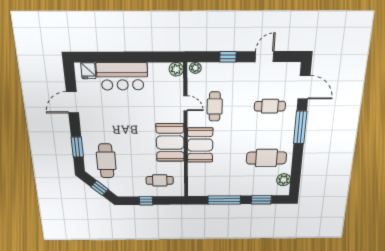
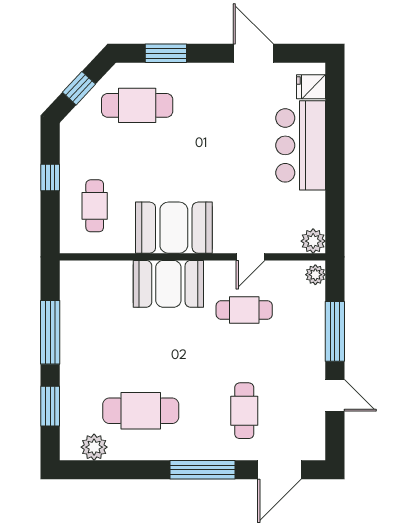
window: (228, 57) -> (335, 331), width x2.17
cafe table: (266, 158) -> (141, 411), turned 90

